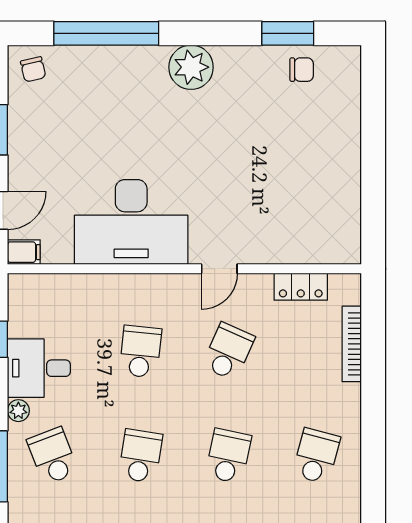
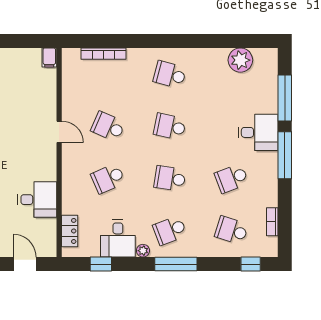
desk: (131, 222) -> (37, 200), width x0.53, depth x0.77
filing cabinet: (24, 252) -> (49, 58), moved, turned 180
locker: (301, 287) -> (70, 231), moved
school desk: (141, 352) -> (108, 178), turned -30

